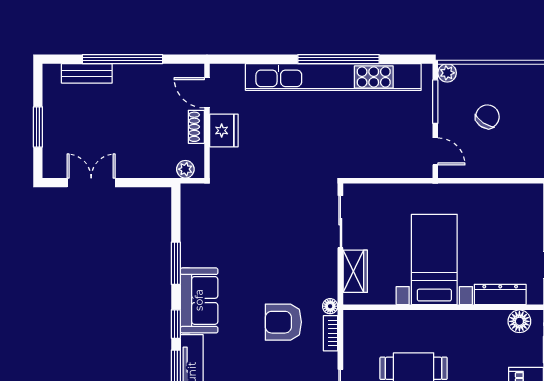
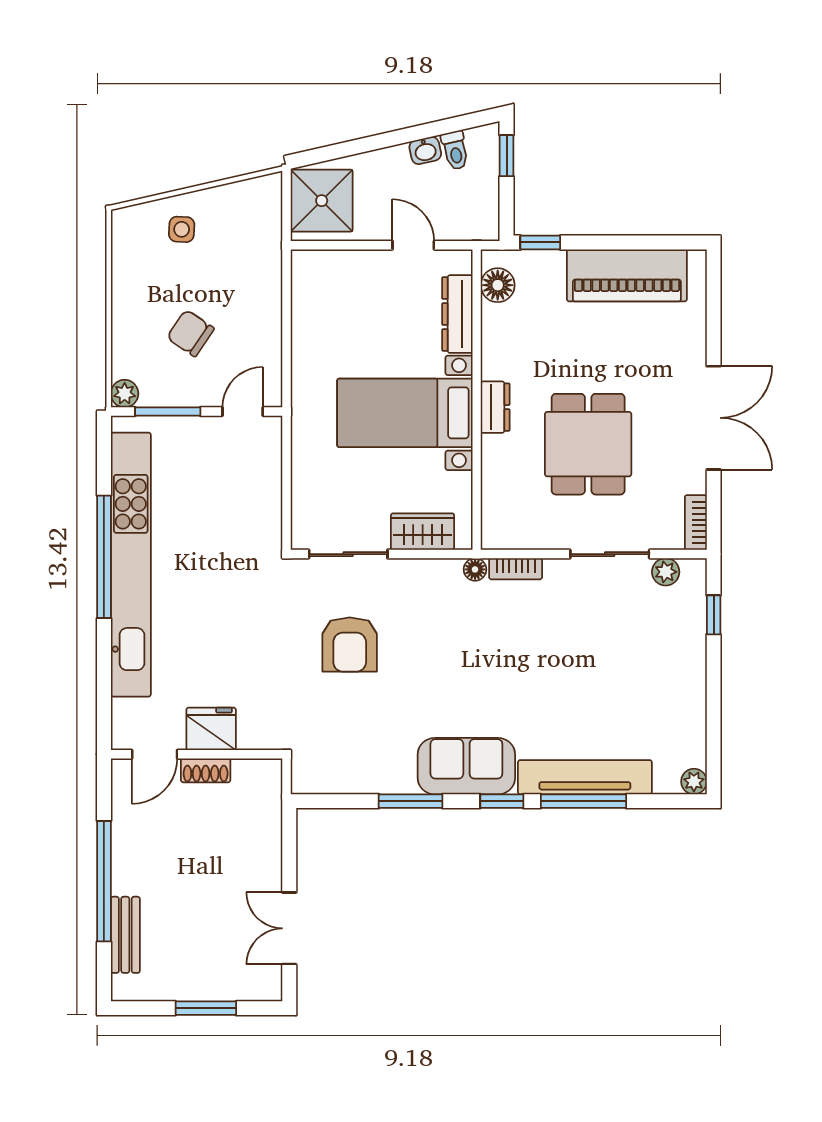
plant: (185, 169) -> (269, 787), removed
dresser: (438, 320) -> (495, 407), added
armchair: (283, 322) -> (350, 645), moved

